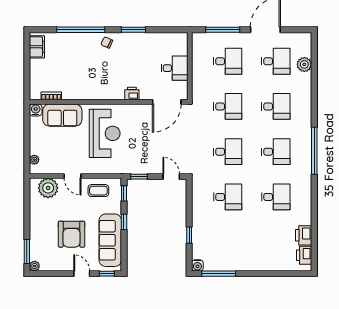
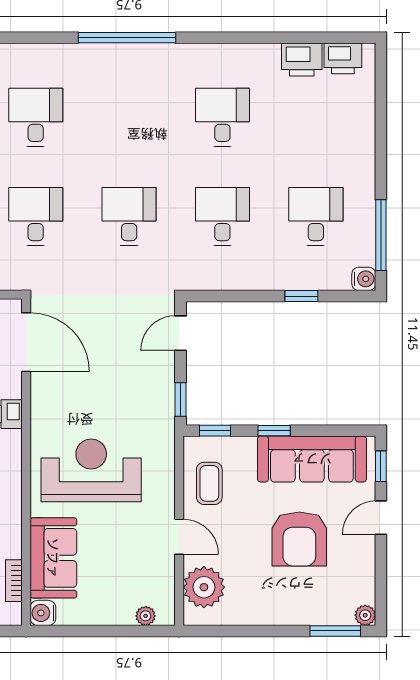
desk: (276, 152) -> (316, 216), moved
door: (73, 176) -> (179, 537), hinge flipped
armchair: (71, 234) -> (299, 539), turned 90

